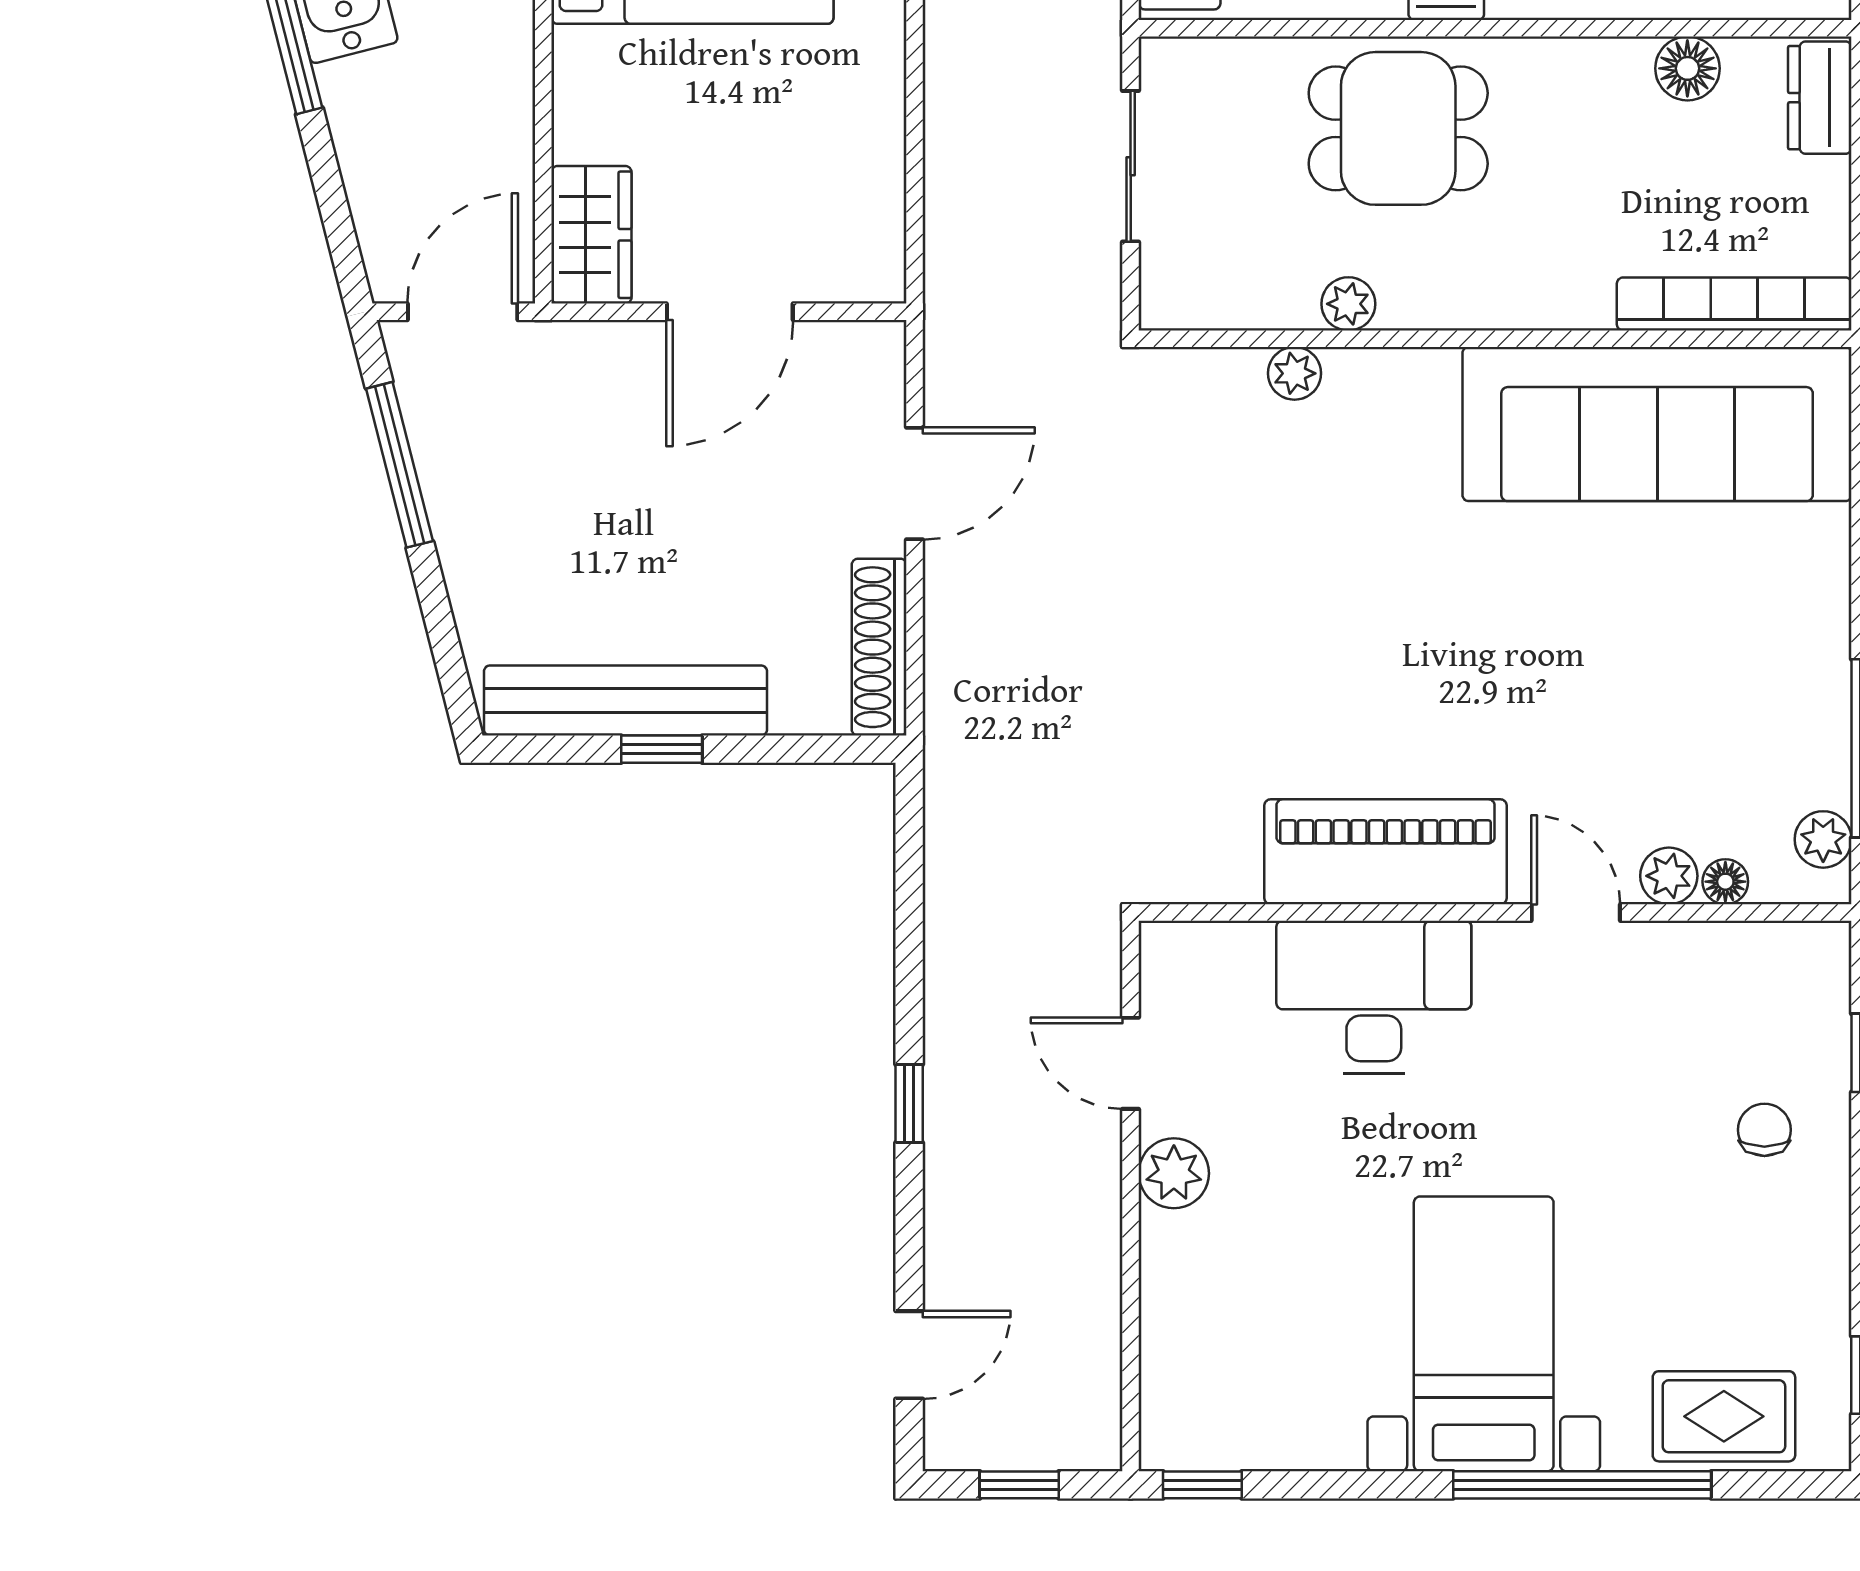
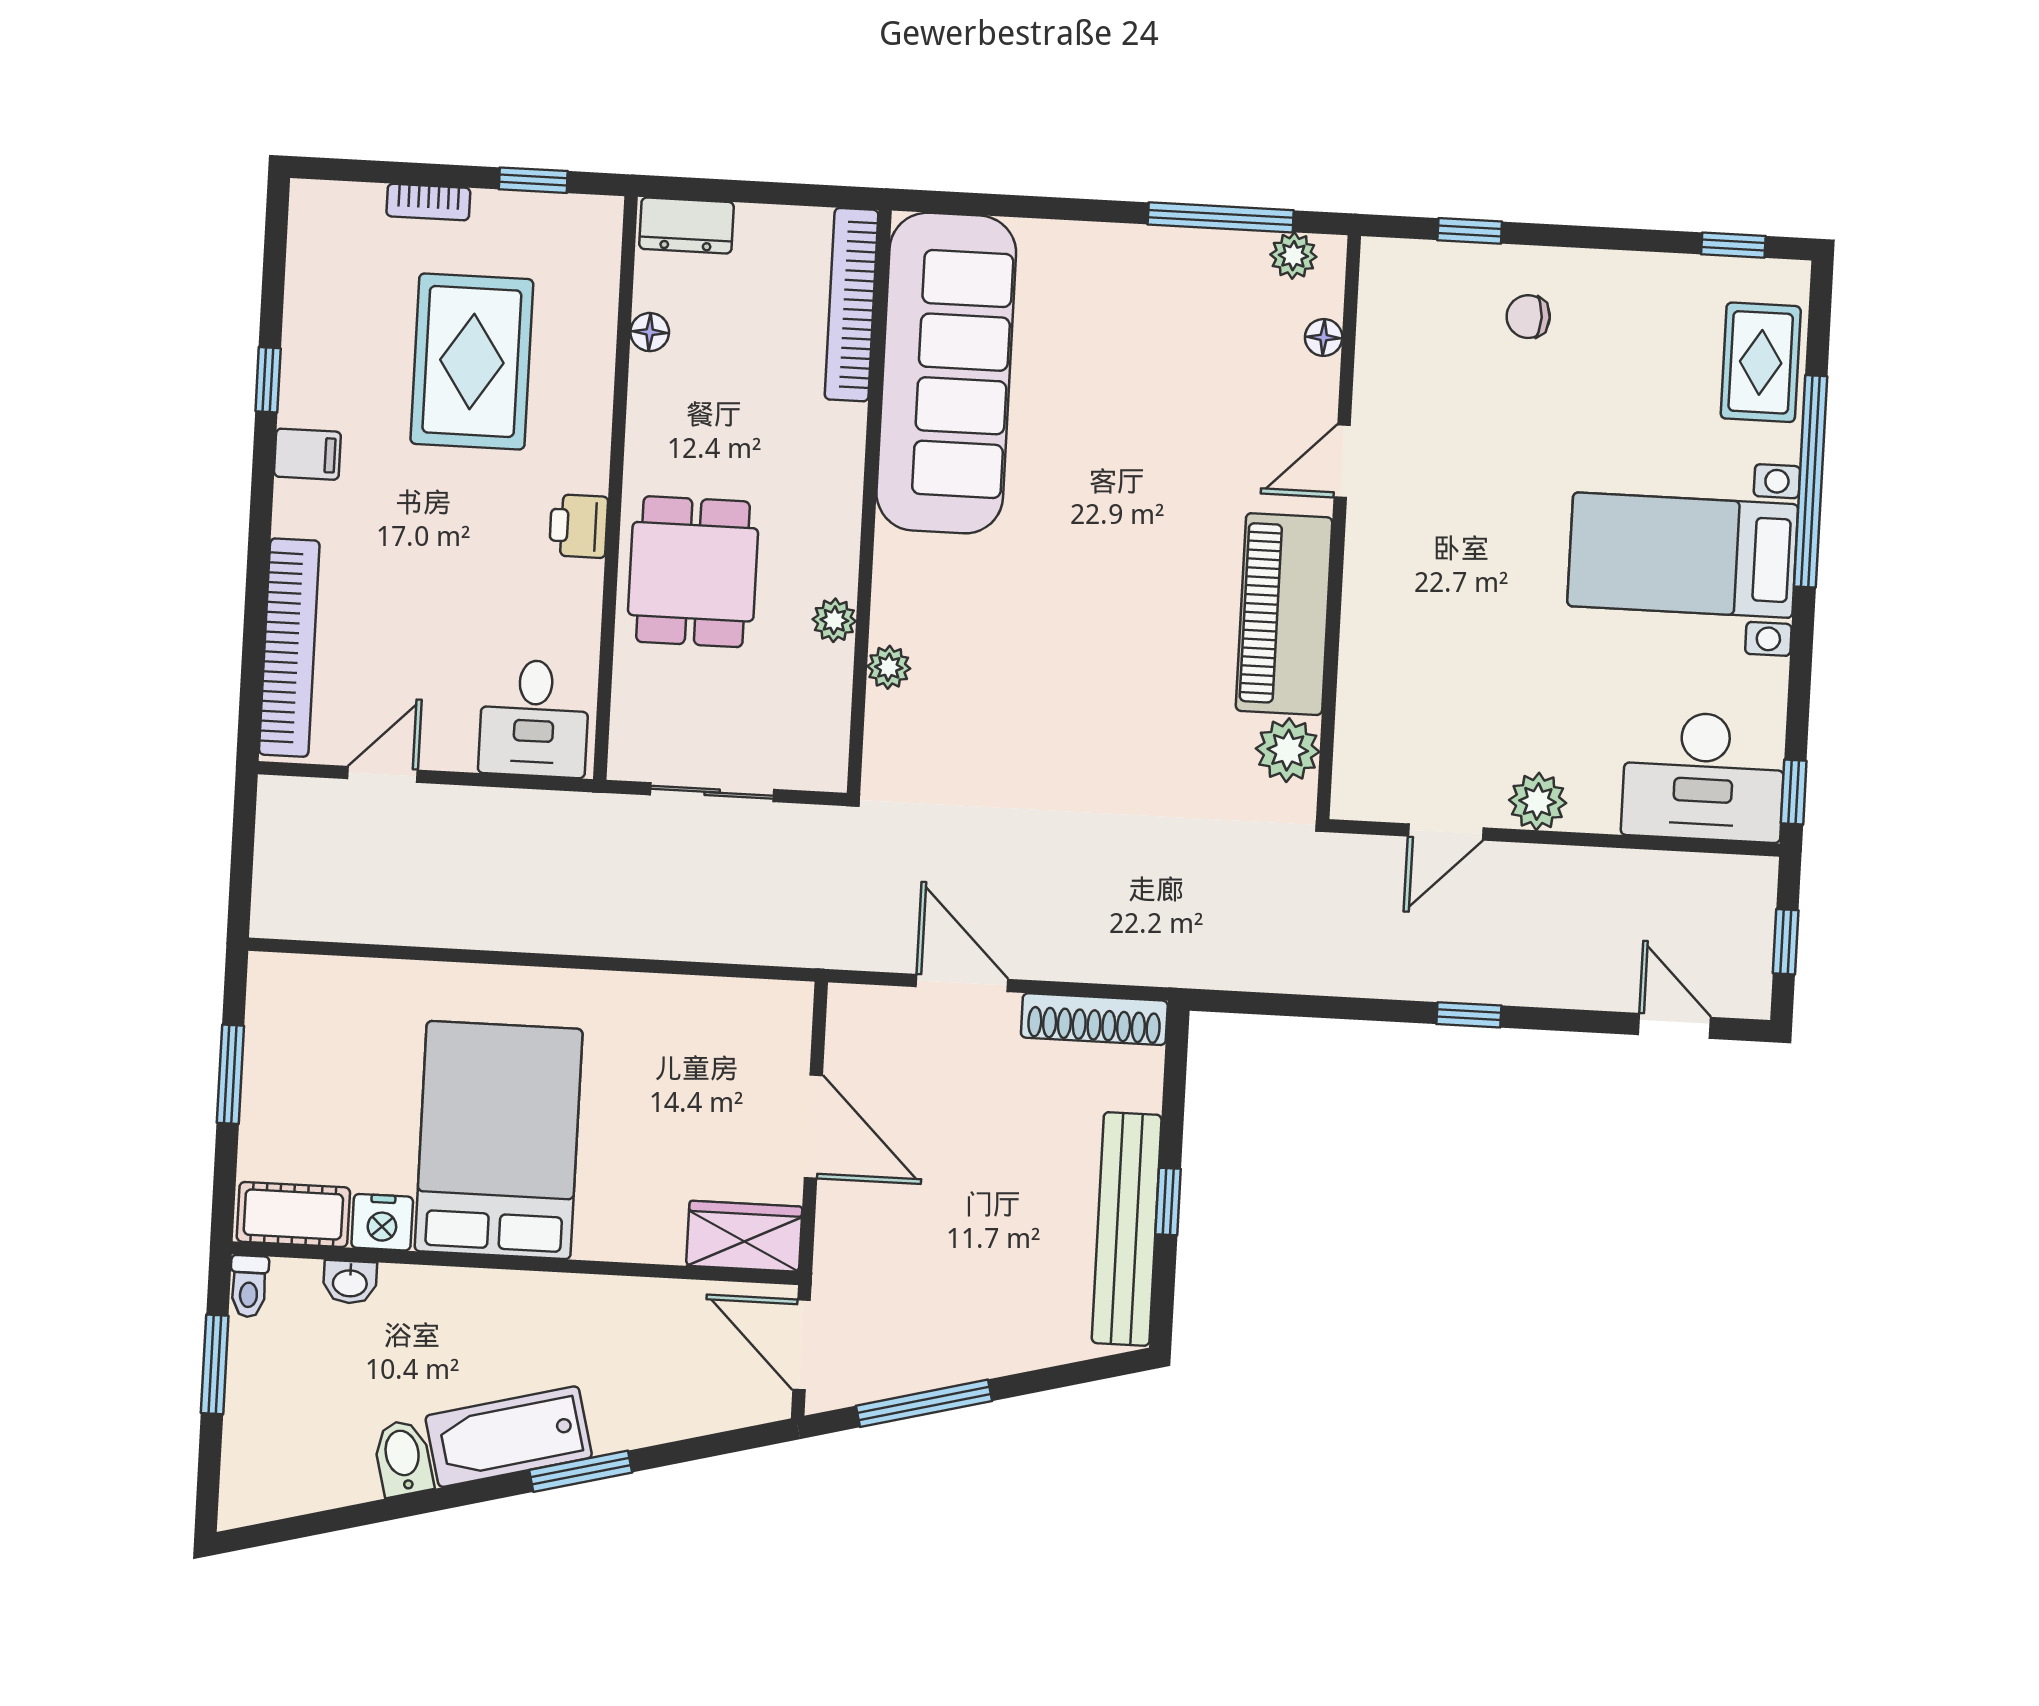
floor lamp: (1687, 68) -> (650, 332), width x0.73, depth x0.73
plant: (1669, 876) -> (1288, 750), moved, width x1.38, depth x1.38
desk: (1374, 997) -> (1704, 776), moved, turned -90

